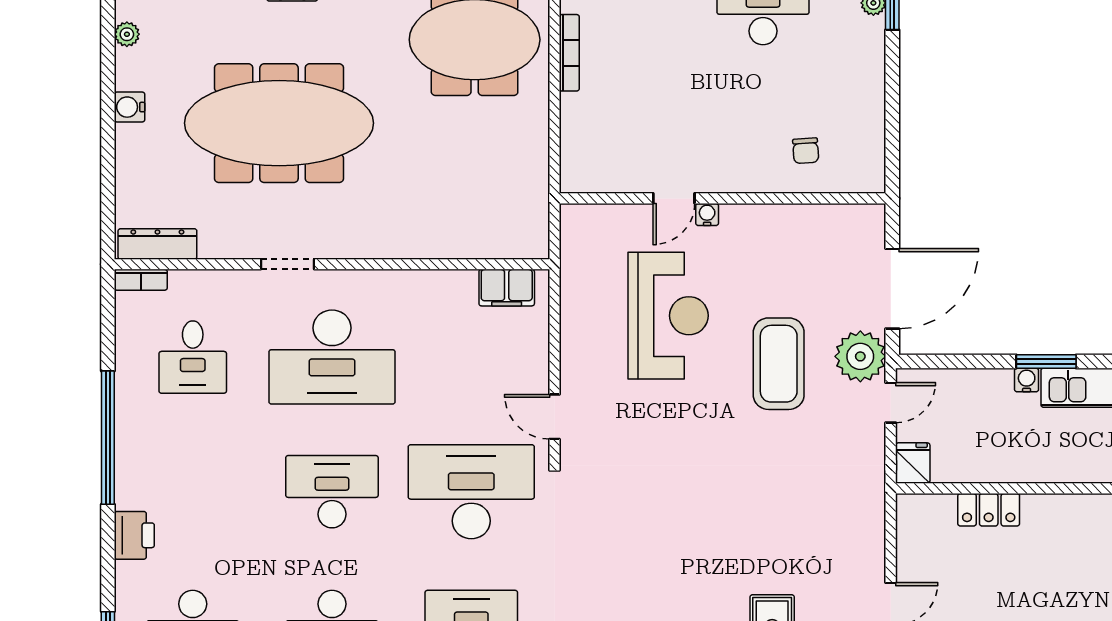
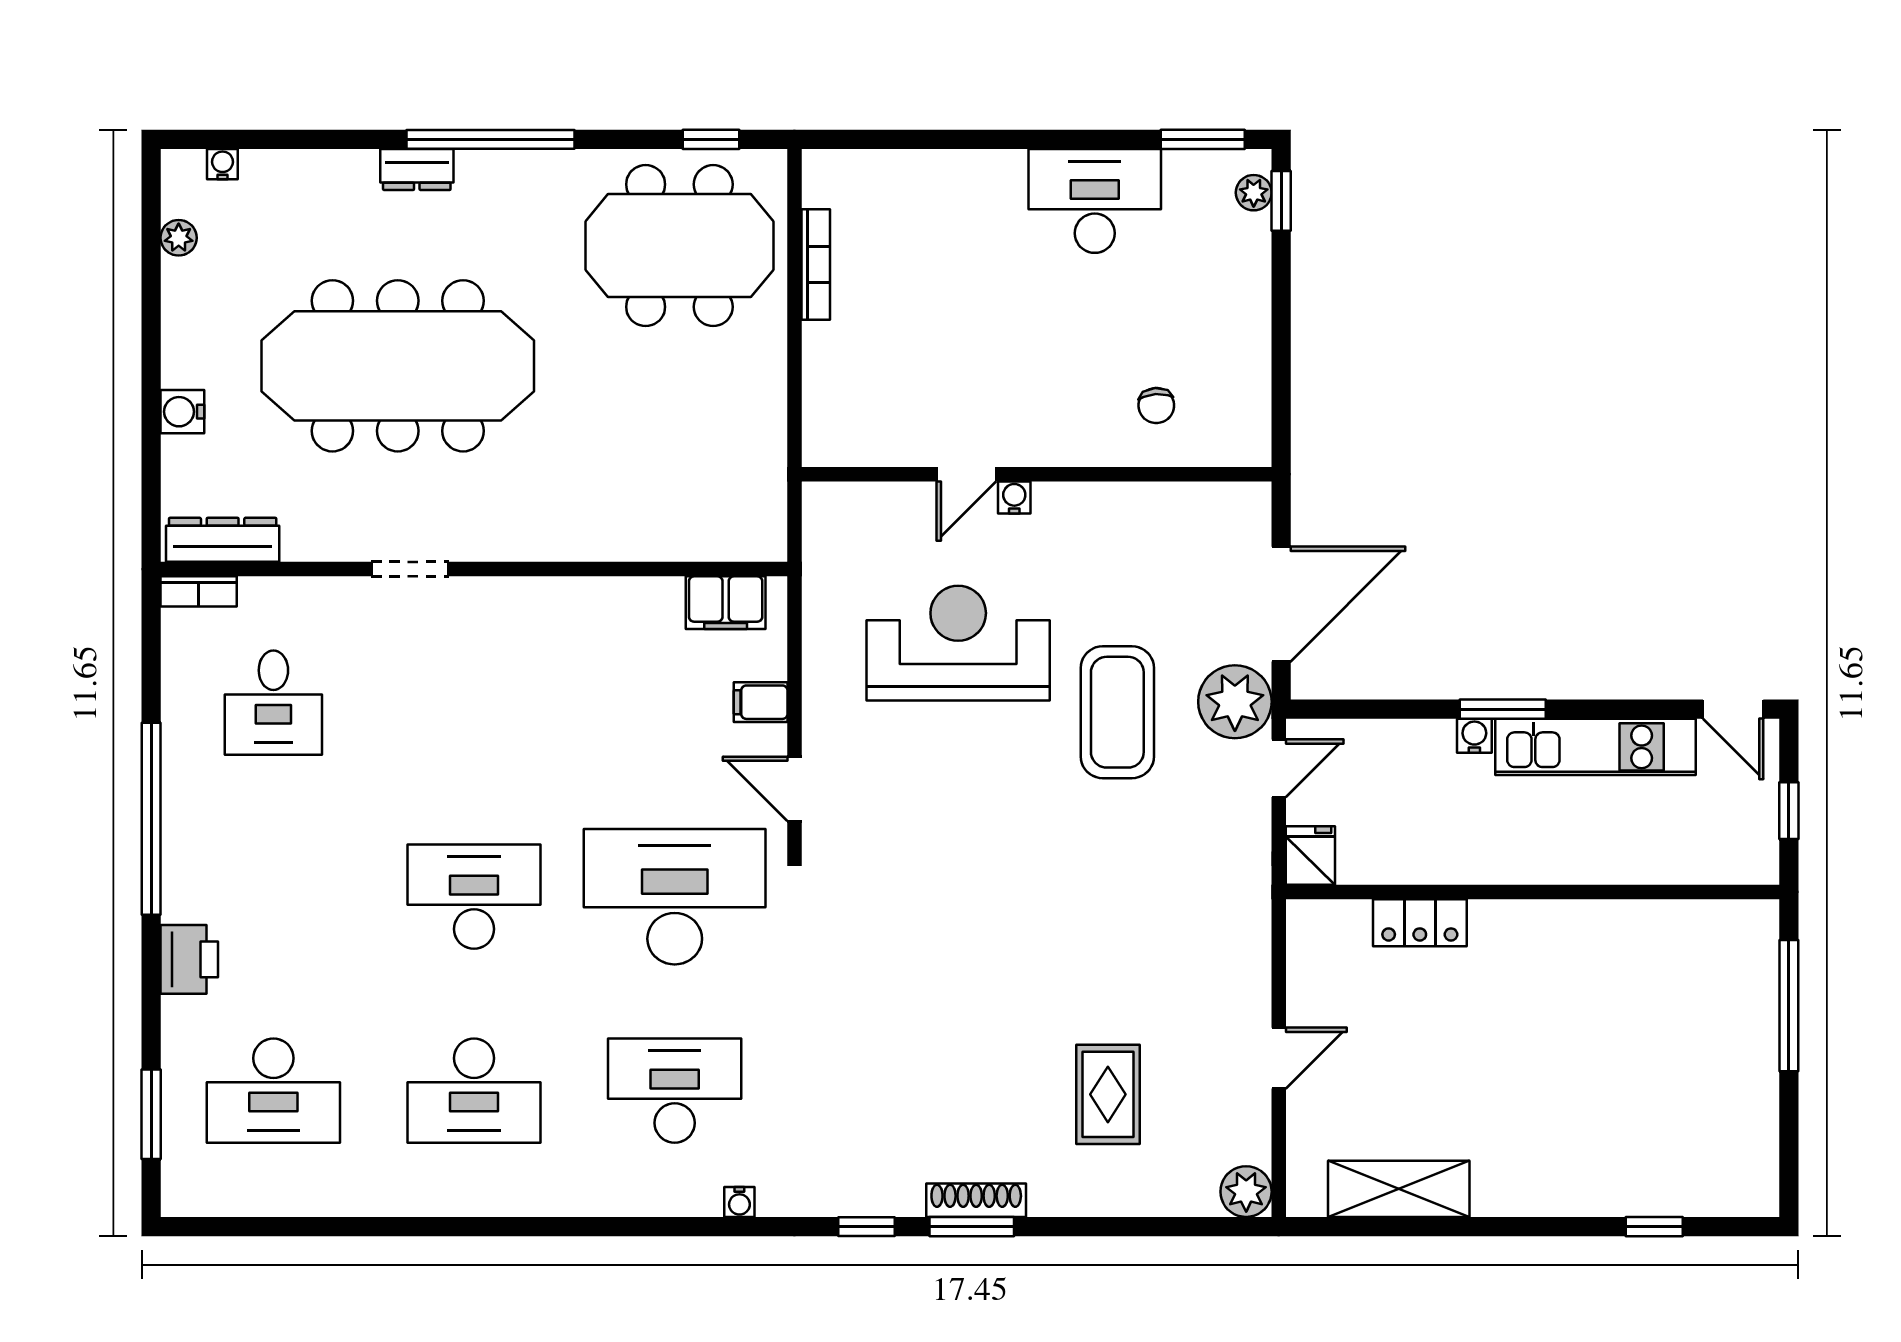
water cooler: (130, 107) -> (182, 412), moved
reception desk: (668, 316) -> (958, 643), turned -90
desk: (332, 357) -> (474, 703), removed
filing cabinet: (531, 357) -> (761, 702), added

